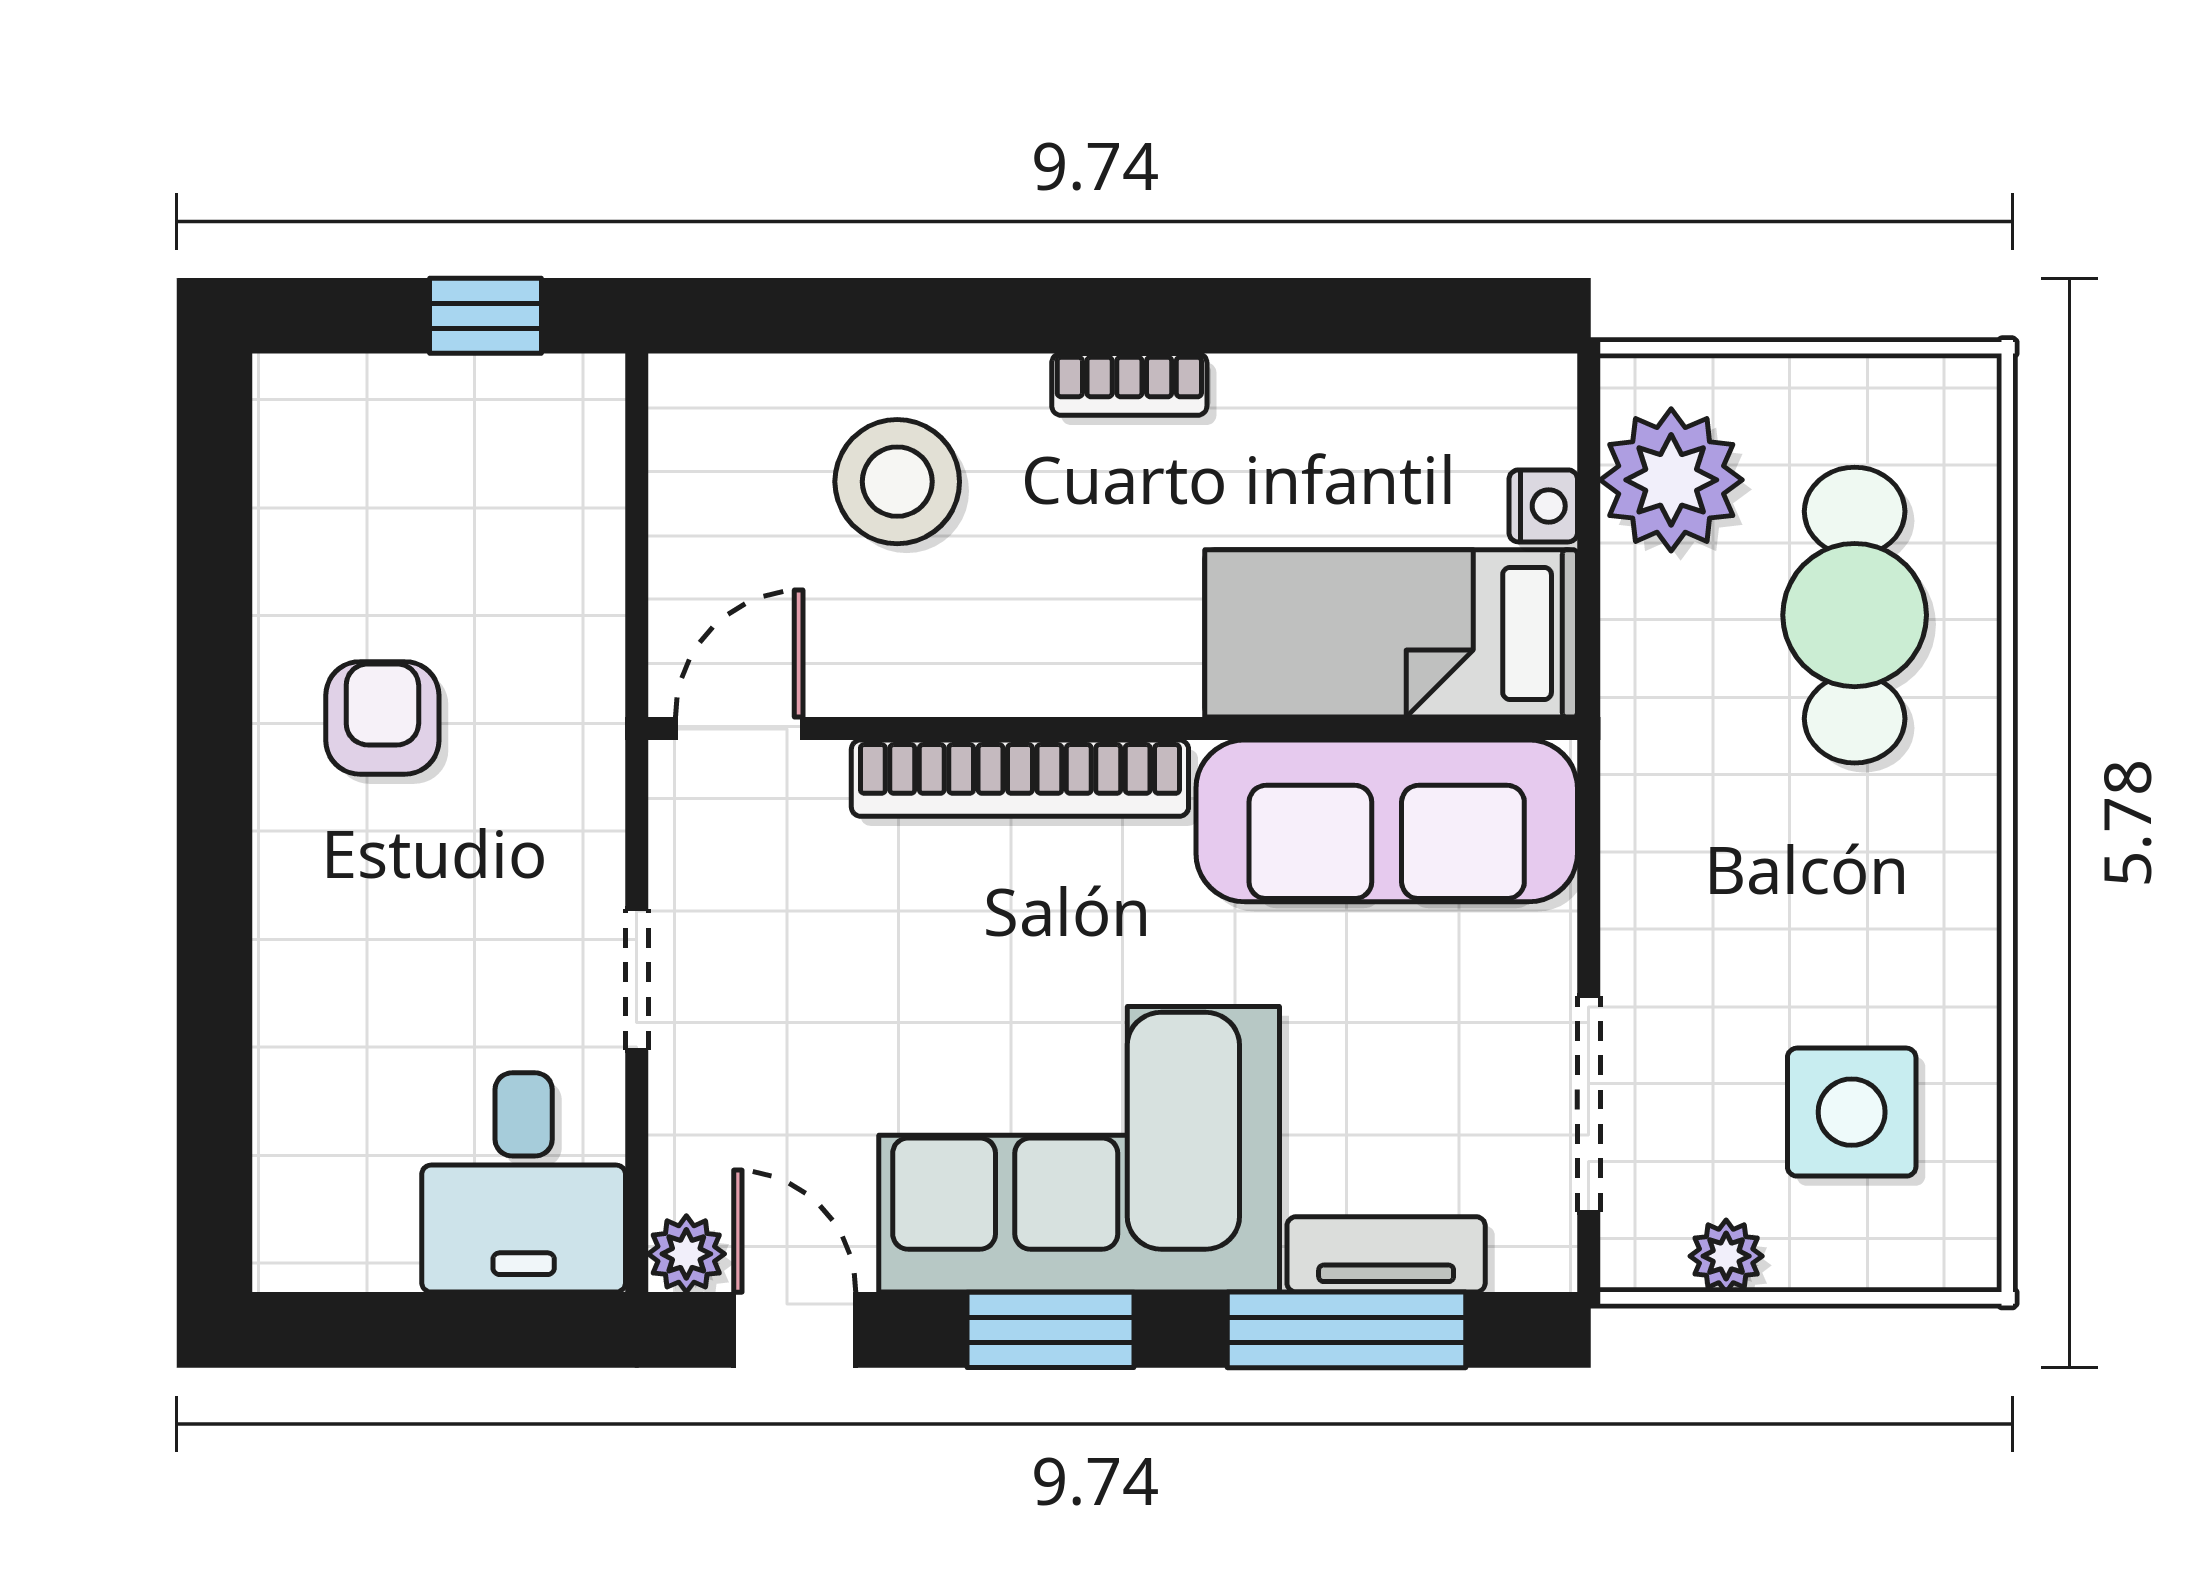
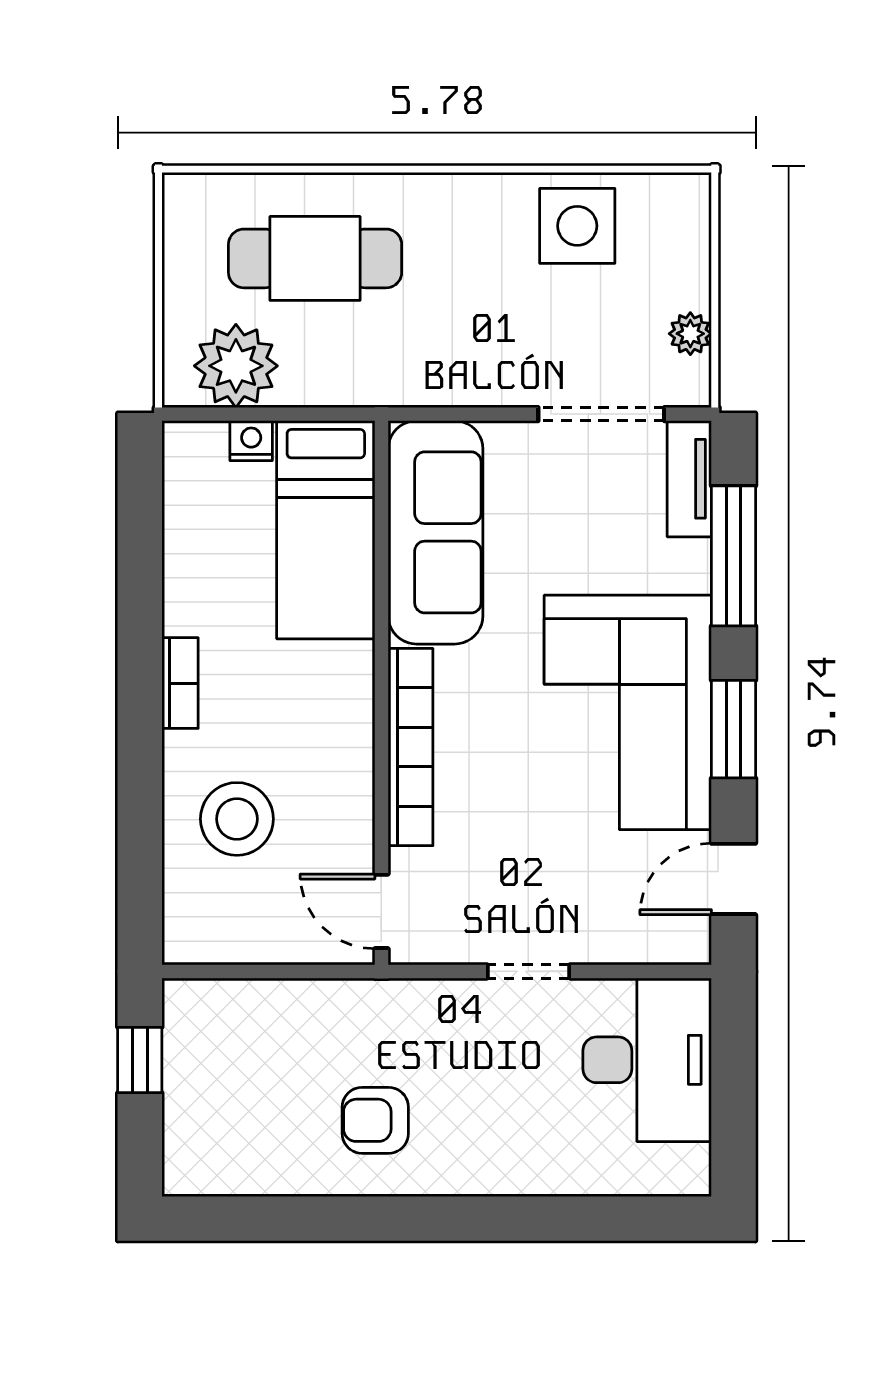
side table: (1852, 1112) -> (577, 226), moved
desk: (524, 1182) -> (647, 1060), width x1.37
plant: (686, 1254) -> (689, 942), removed
tv unit: (1386, 1254) -> (689, 479), moved

